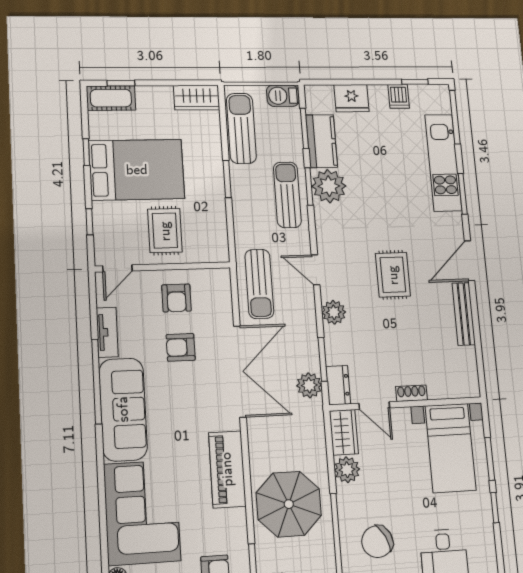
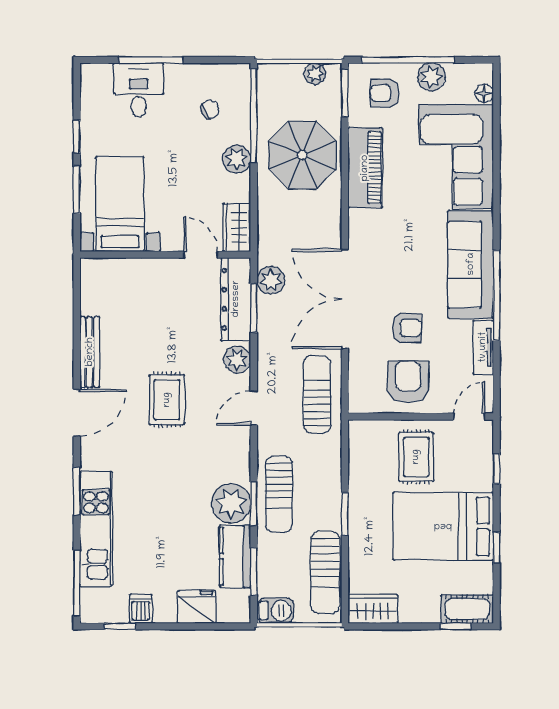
door: (316, 270) -> (254, 408), swing flipped
armchair: (176, 298) -> (408, 382), width x1.38, depth x1.38
dresser: (338, 385) -> (236, 299), width x1.96, depth x1.24
shoe rack: (412, 393) -> (158, 266), removed
piano: (227, 469) -> (365, 168), moved
plant: (347, 470) -> (237, 159), moved
chair: (377, 542) -> (210, 109), width x0.54, depth x0.54

